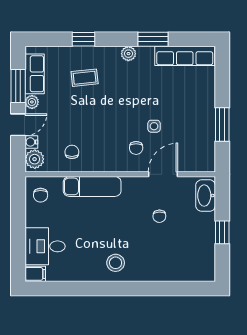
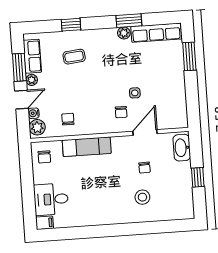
plant: (128, 54) -> (124, 33), moved
window: (222, 125) -> (189, 56), moved
stool: (116, 263) -> (142, 197), moved

